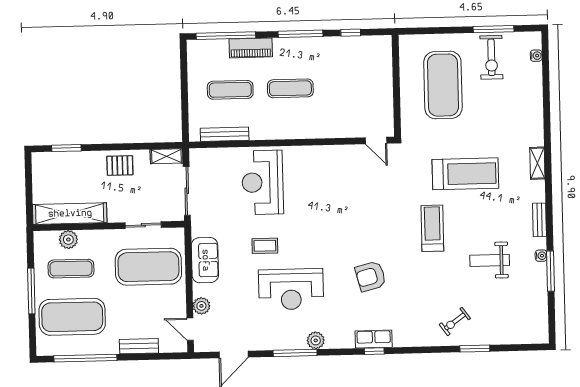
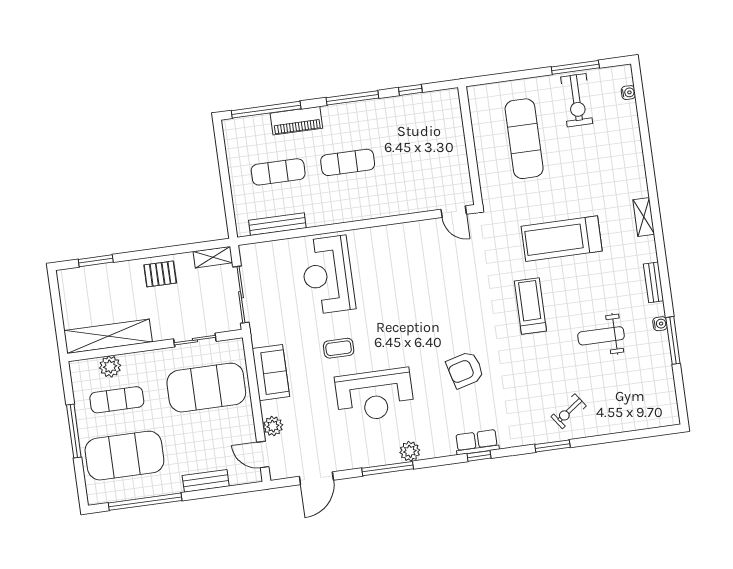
exercise mat: (443, 85) -> (524, 139), width x0.68
treadmill: (465, 174) -> (562, 239), turned 180
window: (475, 349) -> (552, 446), moved

